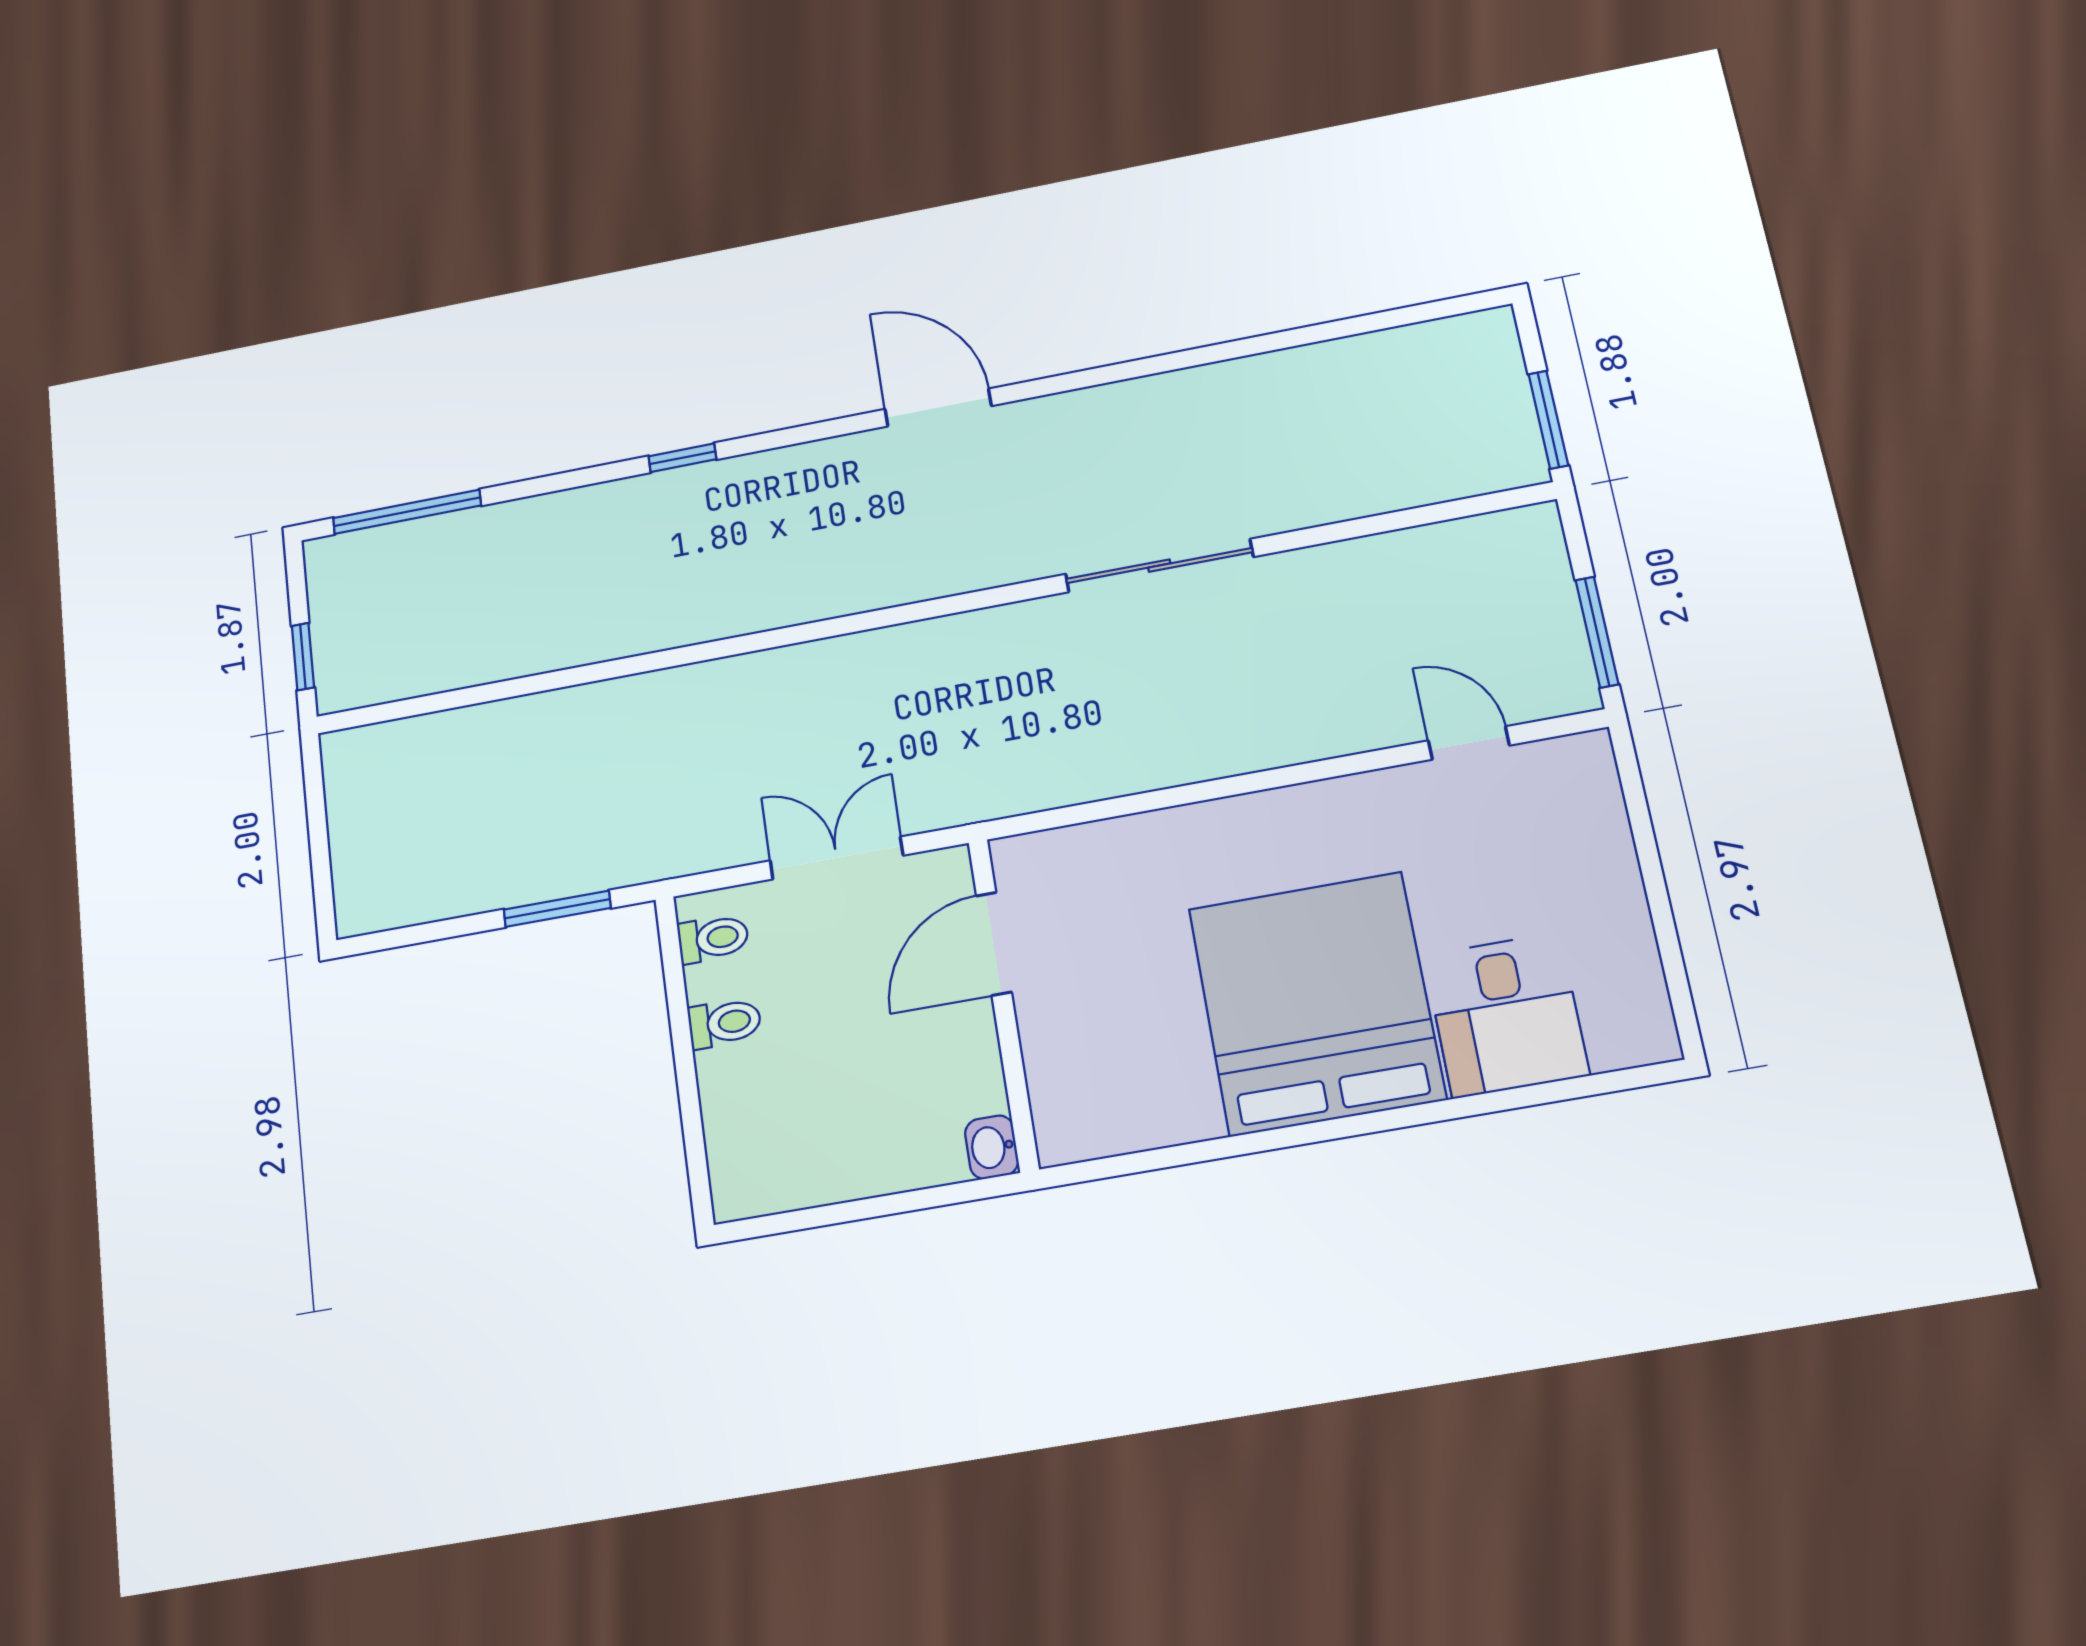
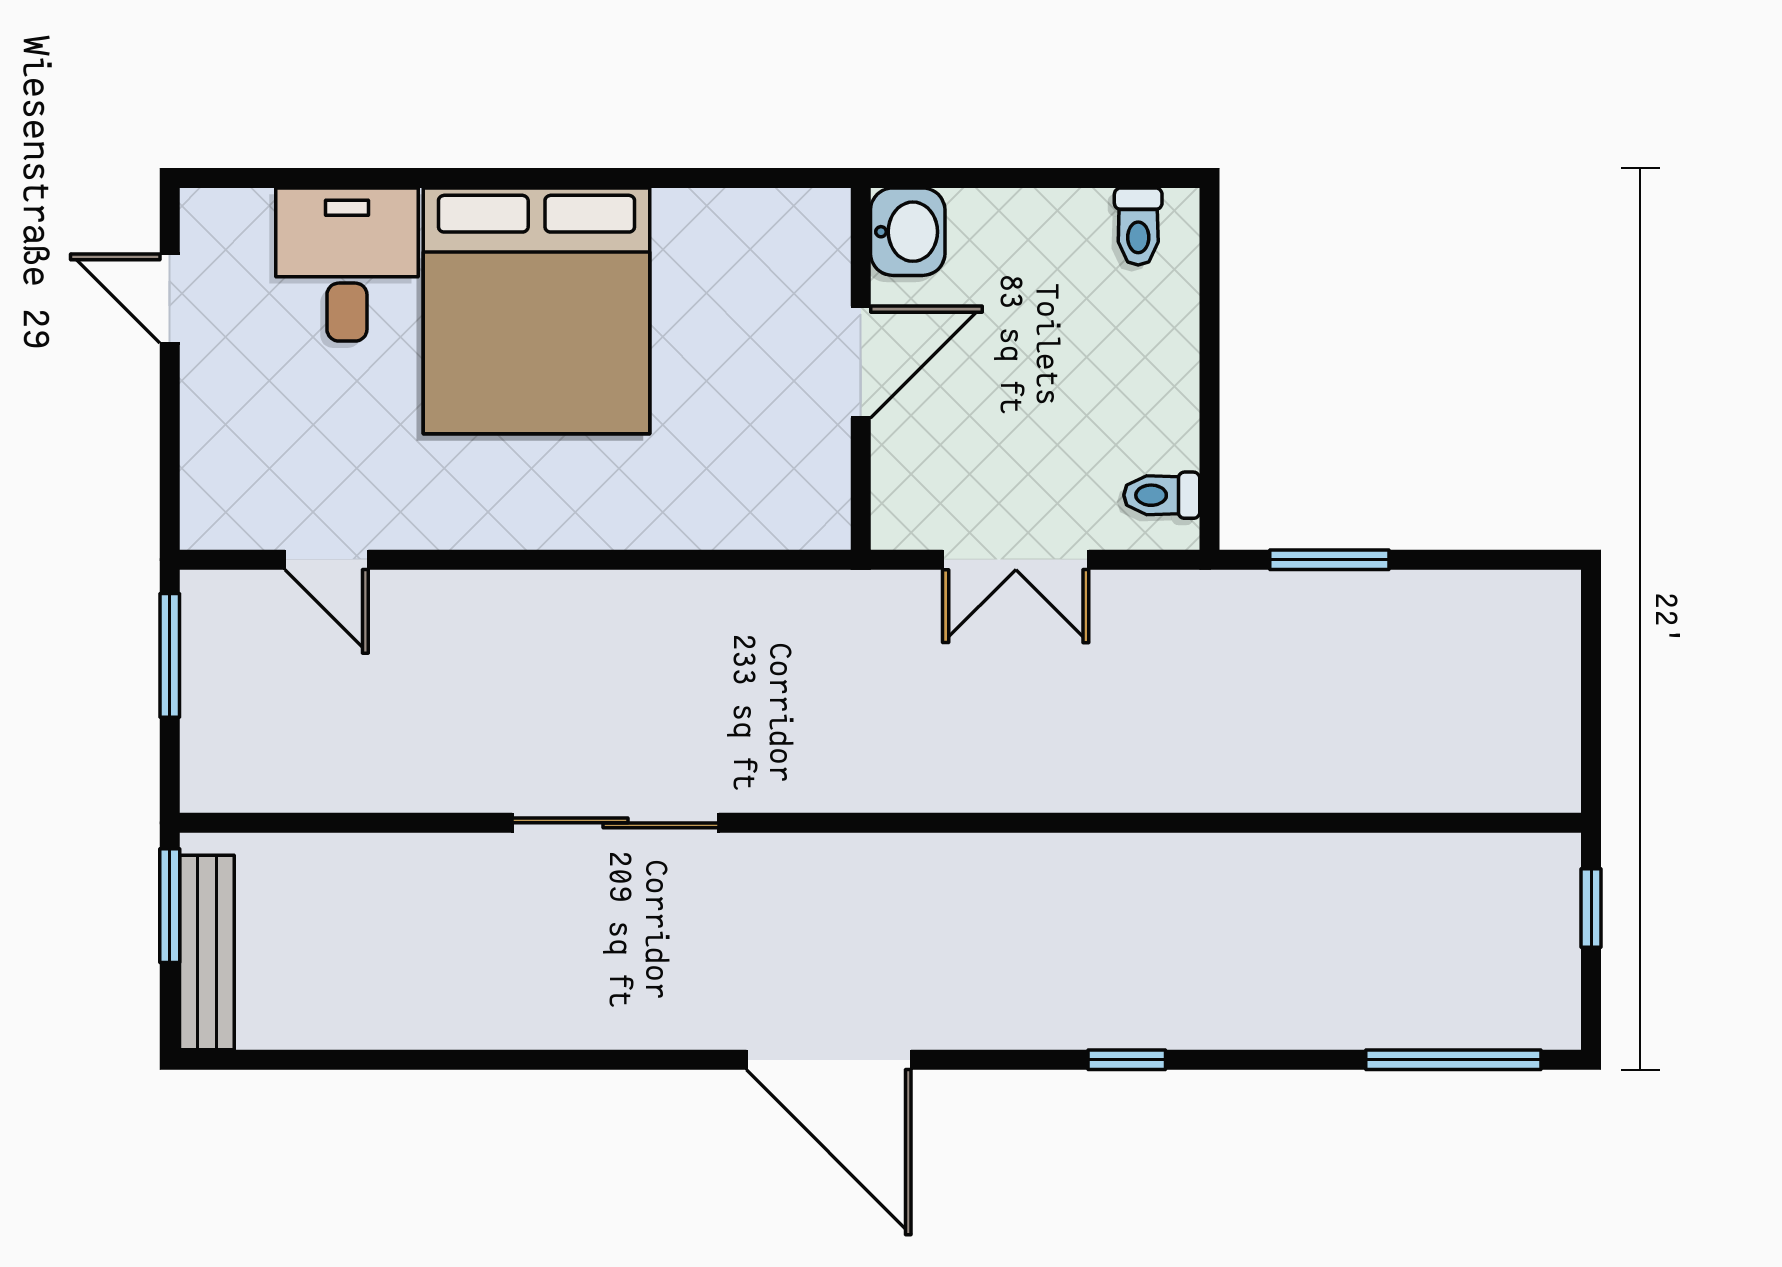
bench: (1506, 387) -> (207, 952), added
door: (938, 408) -> (829, 1060), width x1.36
door: (994, 944) -> (861, 362), moved
door: (1671, 954) -> (170, 299), added
toilet: (725, 1023) -> (1138, 226), moved, turned -90
washbasin: (992, 1147) -> (908, 232), width x1.38, depth x1.45

